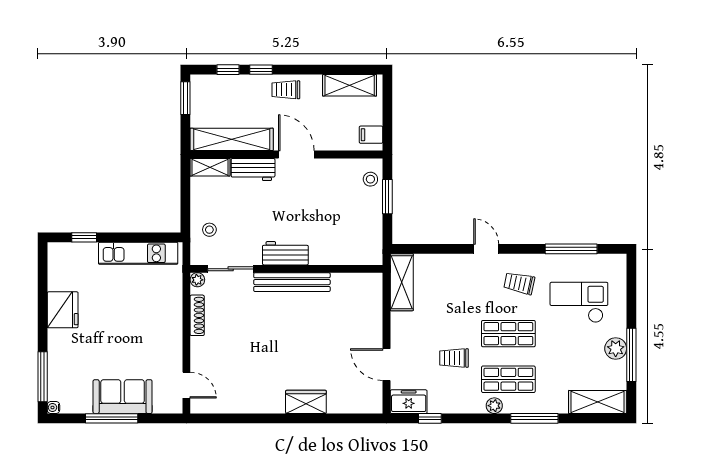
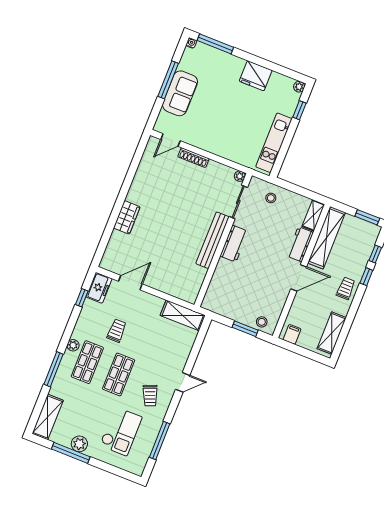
plant: (55, 250) -> (299, 87), added
trolley: (519, 283) -> (150, 396), turned 146
shoe rack: (197, 315) -> (193, 158), moved

